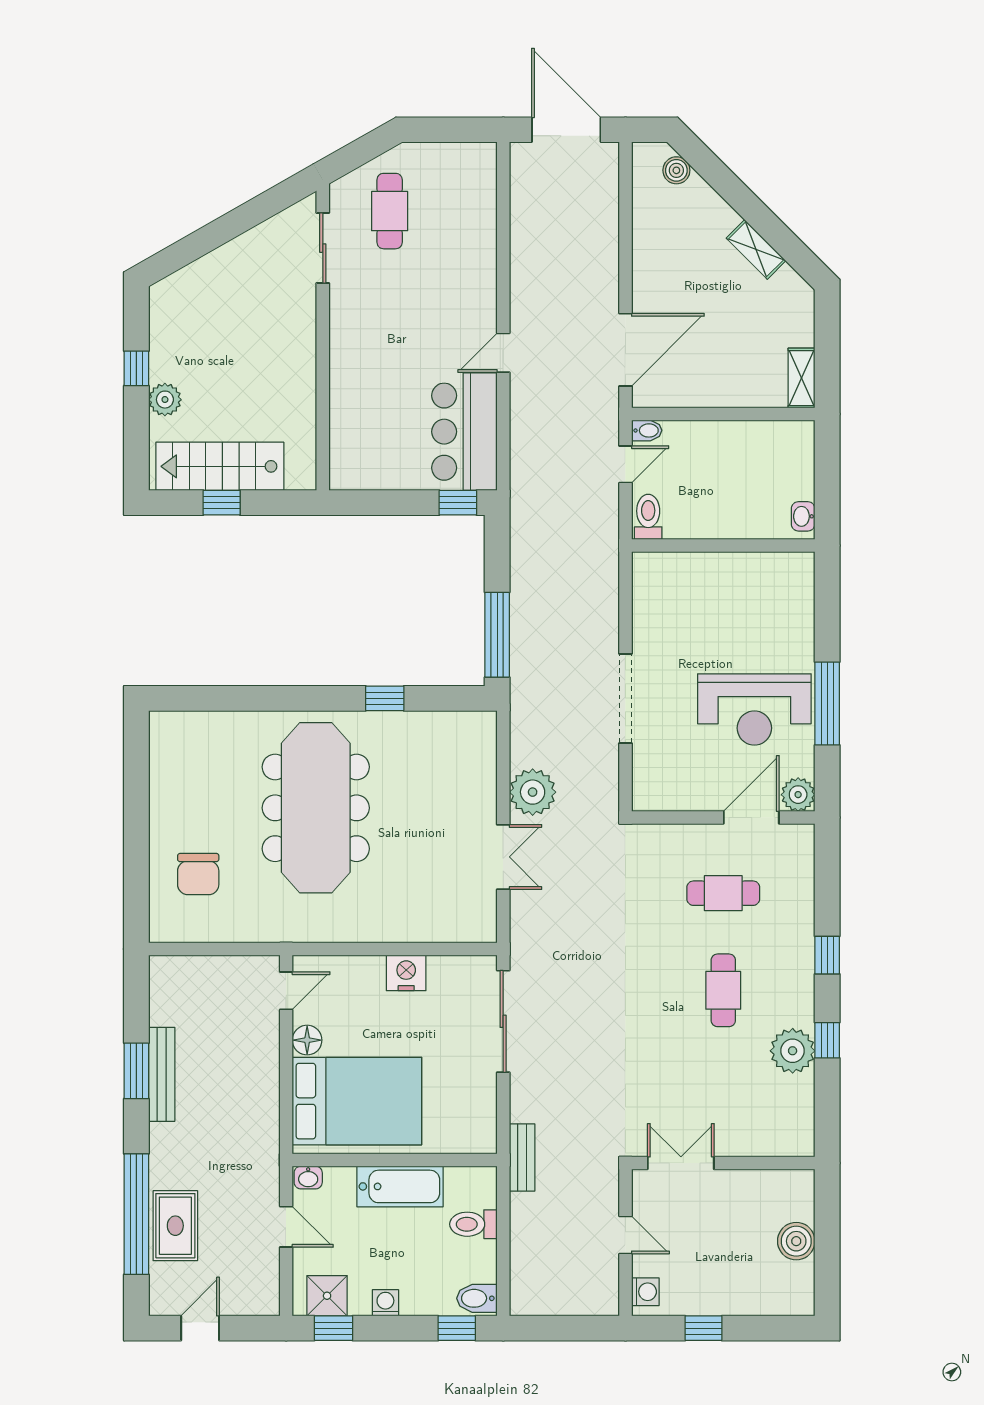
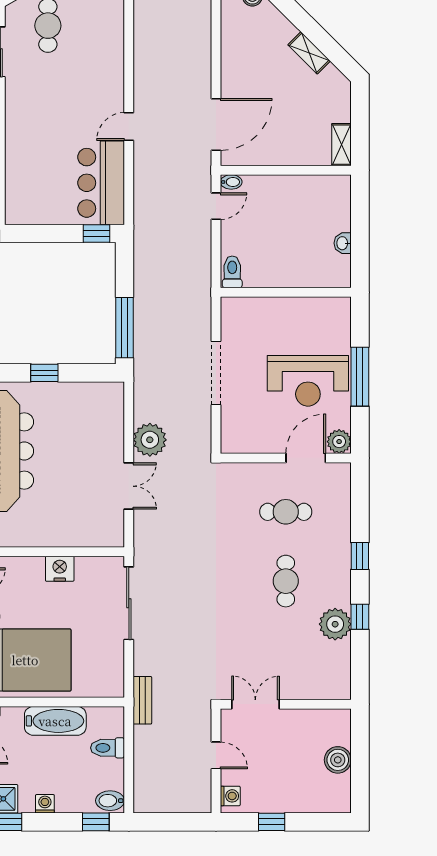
toilet: (648, 517) -> (232, 272), moved
wall: (723, 546) -> (286, 292), moved

